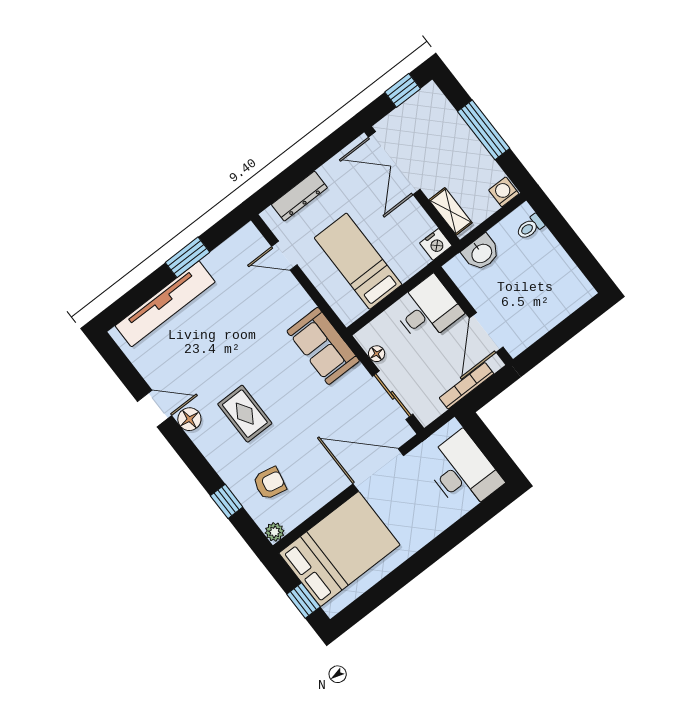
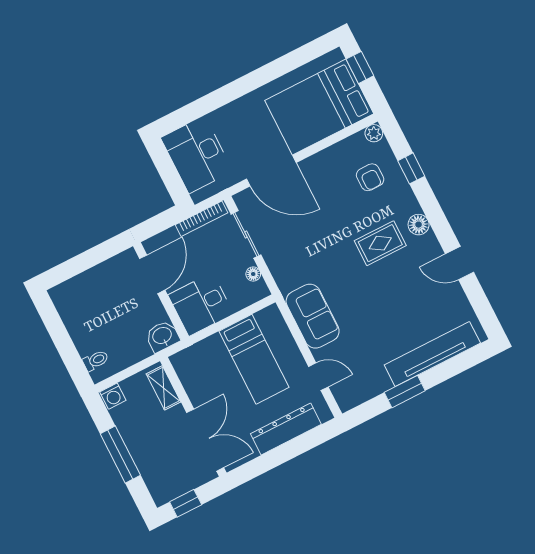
dresser: (299, 196) -> (286, 429), width x1.37, depth x1.24
nightstand: (436, 244) -> (182, 361), removed
washbasin: (481, 253) -> (162, 336), moved
sofa: (323, 346) -> (313, 316), moved
bookcase: (467, 386) -> (201, 219), moved
rug: (245, 414) -> (380, 243), turned 90
floor lamp: (189, 419) -> (419, 225), moved
armchair: (270, 483) -> (370, 177), turned -102

